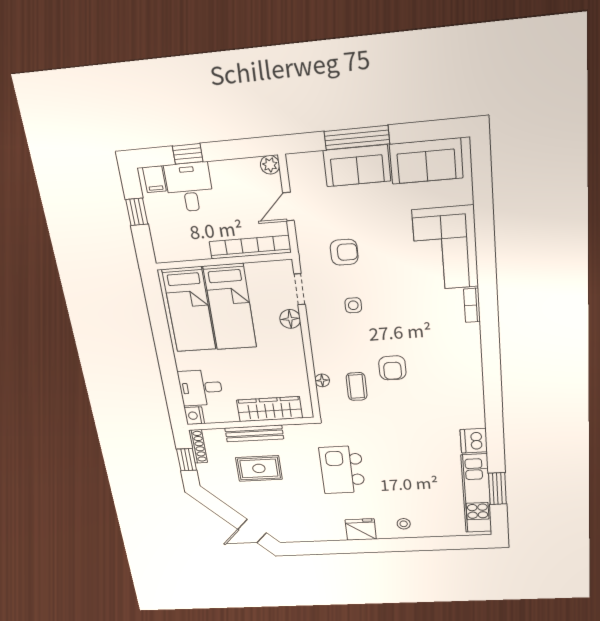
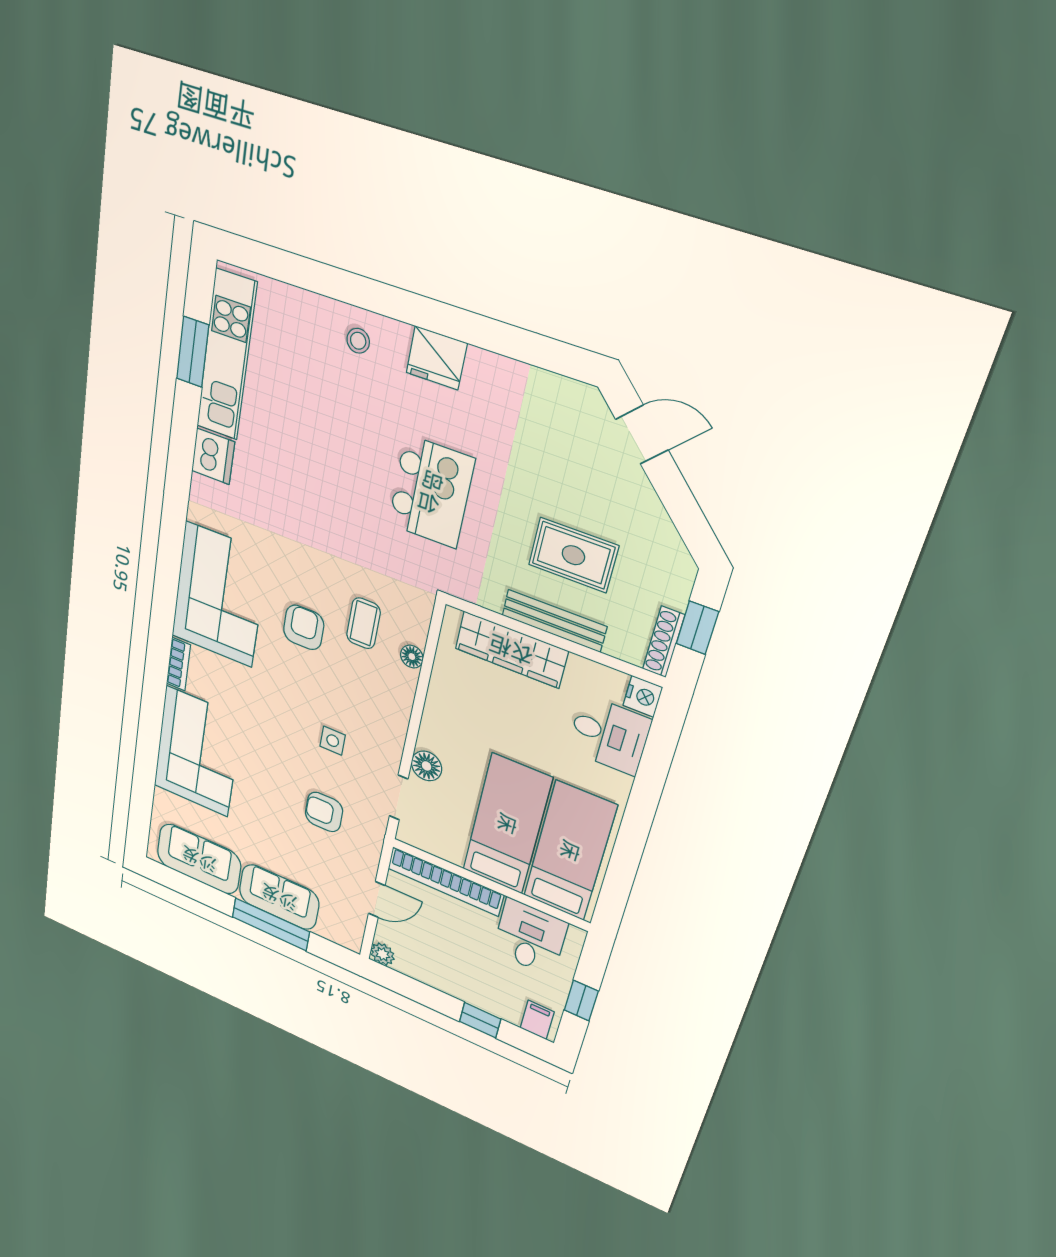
desk: (189, 187) -> (530, 937), moved, turned 180
corner sofa: (453, 363) -> (219, 595), added

